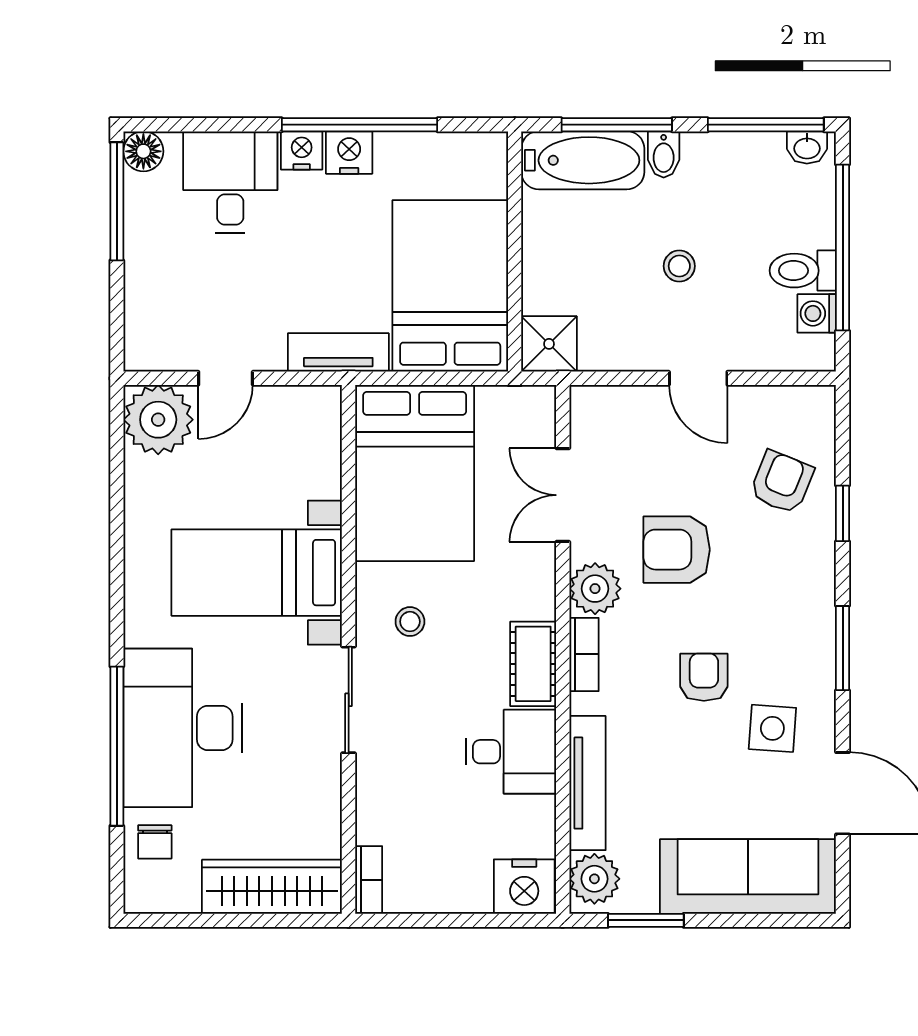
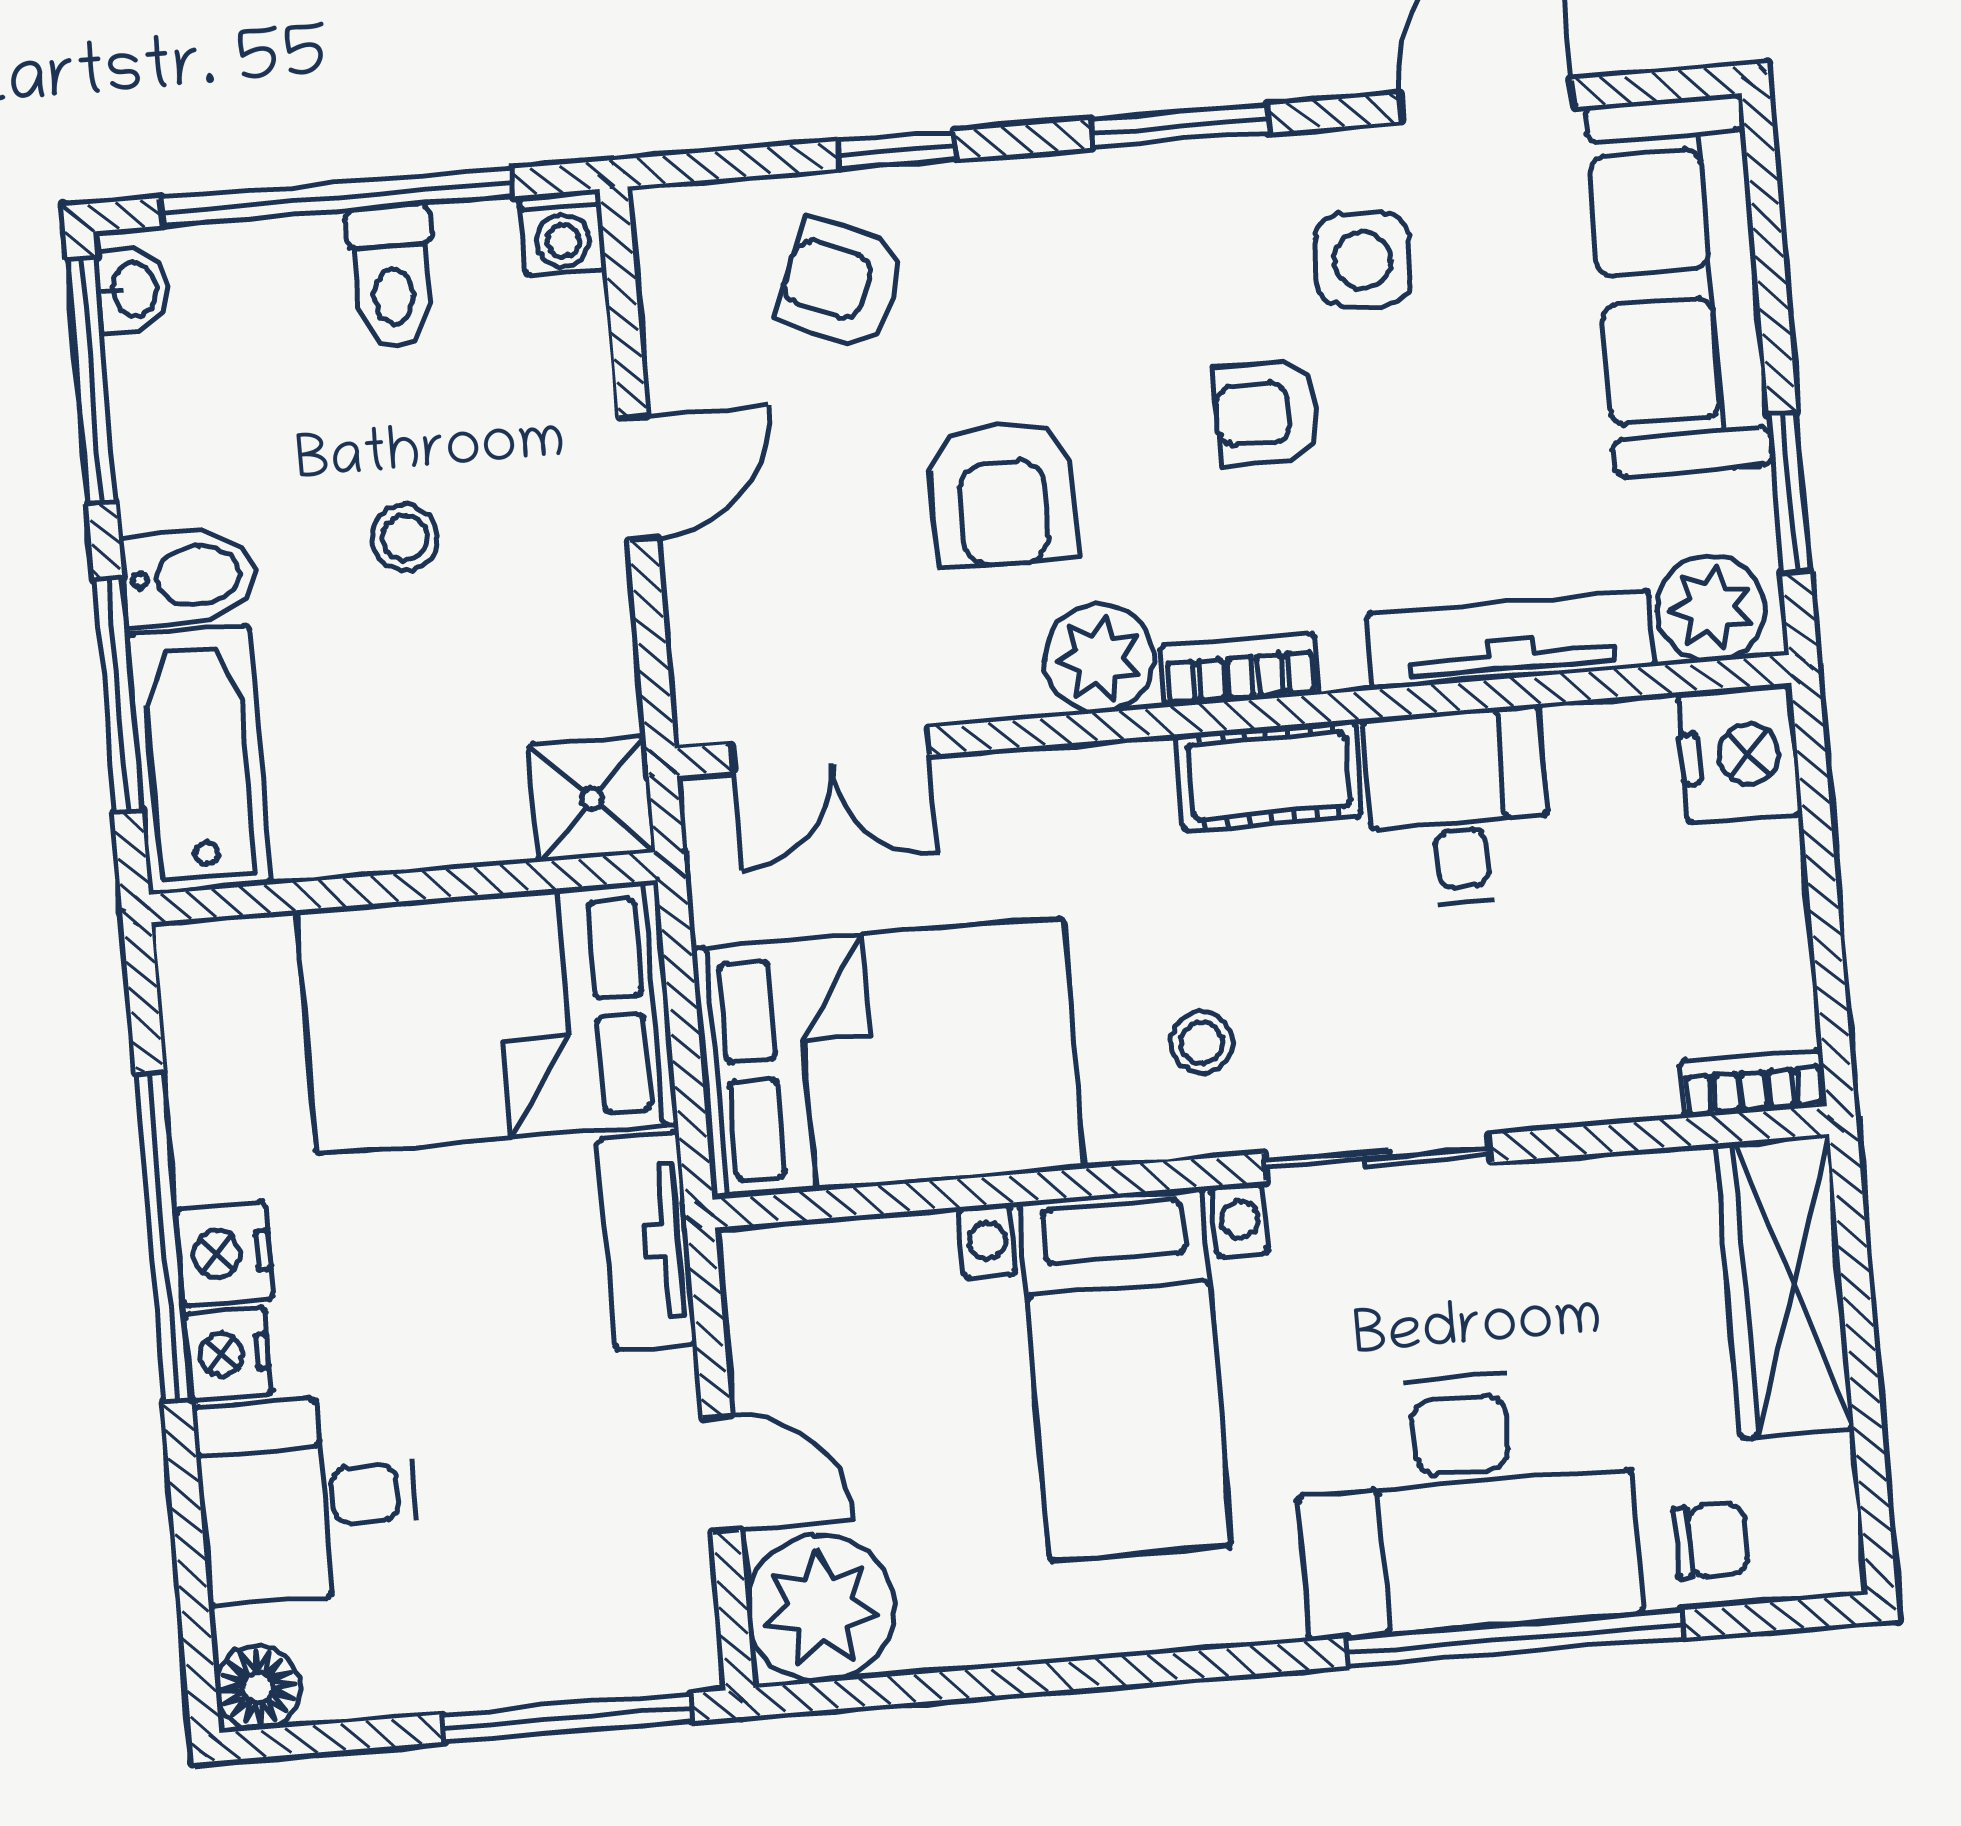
bidet: (664, 154) -> (189, 576), width x1.38, depth x1.36
window: (117, 201) -> (567, 1718), moved
washing machine: (817, 313) -> (563, 233), moved
double door: (563, 495) -> (830, 749), moved

